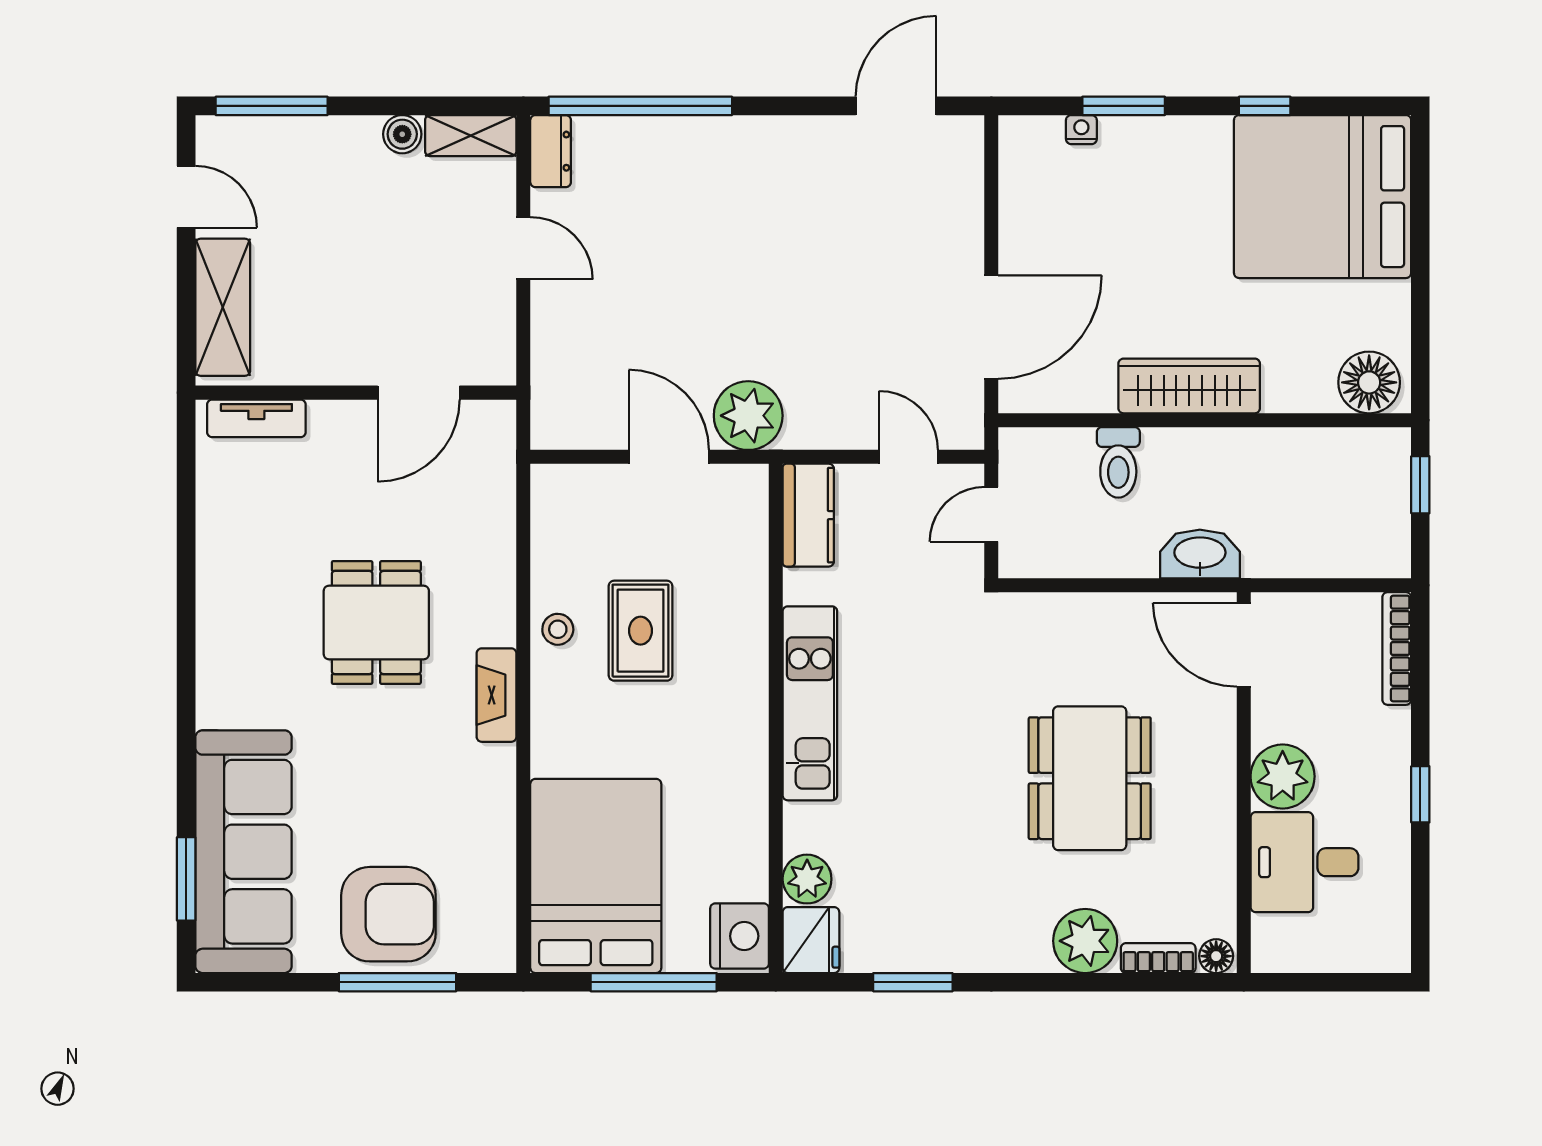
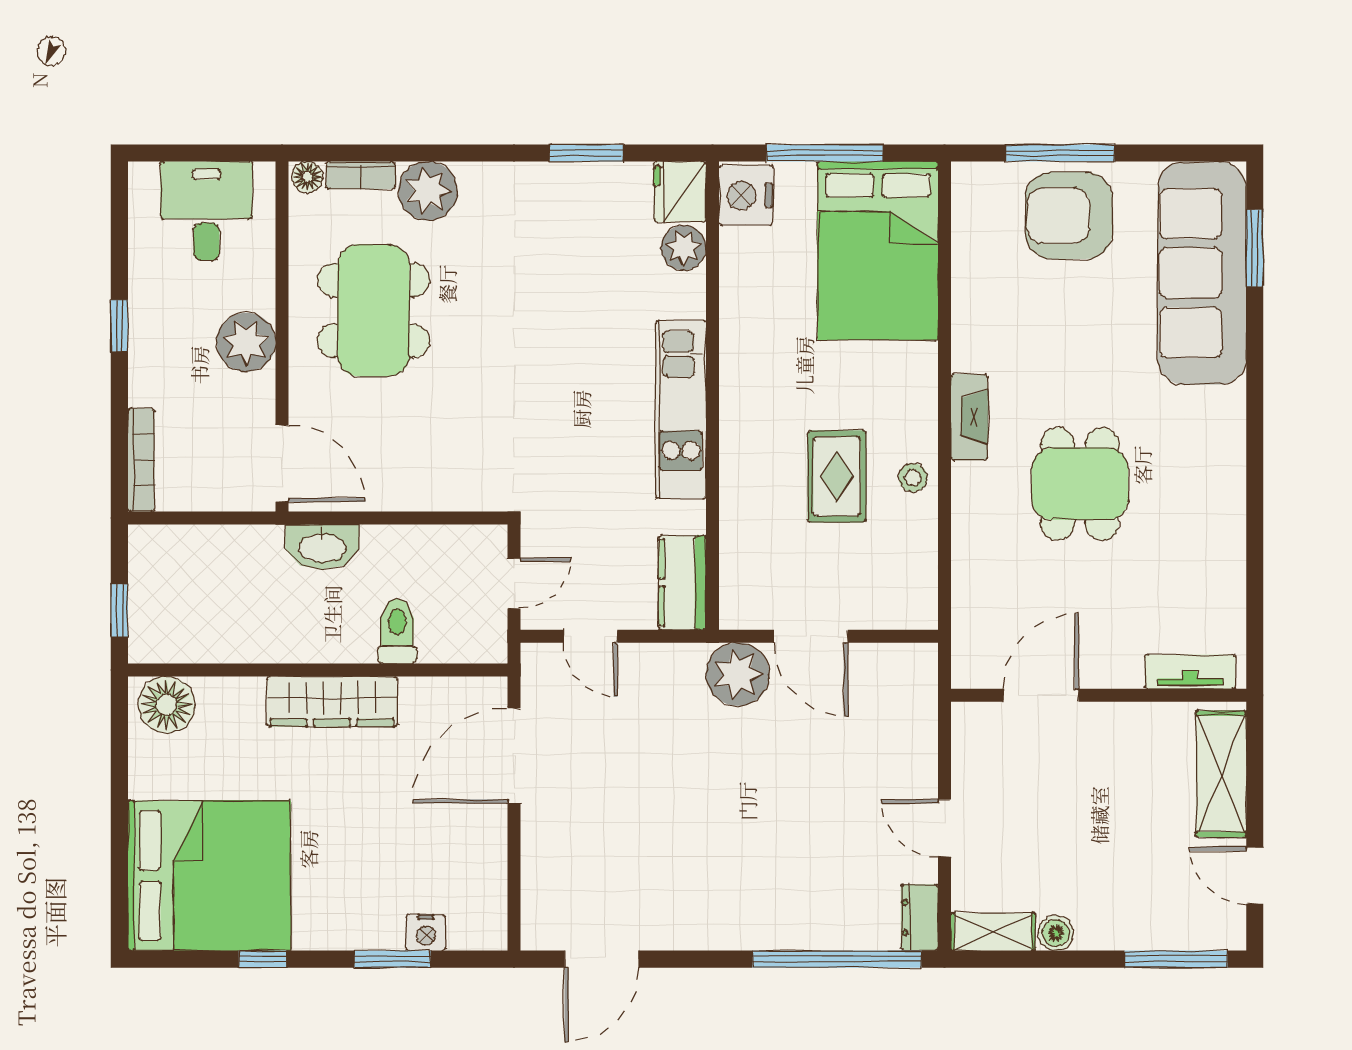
nightstand: (1081, 130) -> (426, 933), width x1.39, depth x1.35
dining table: (1090, 778) -> (374, 310), moved
desk: (1304, 862) -> (206, 211), moved, turned -90

